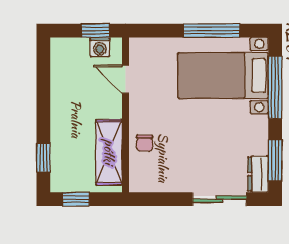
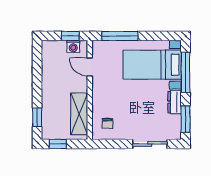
window: (212, 31) -> (120, 36), moved
chair: (145, 143) -> (107, 123), moved
dresser: (258, 174) -> (175, 102), moved

